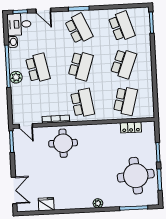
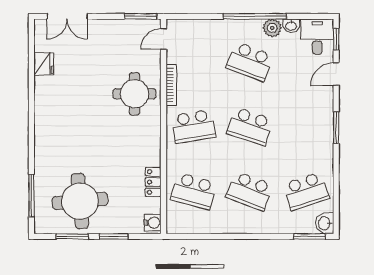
washbasin: (142, 13) -> (325, 223), added
school desk: (79, 29) -> (306, 126), removed
school desk: (38, 68) -> (250, 62), turned 33
plant: (16, 77) -> (272, 28), moved
locker: (131, 127) -> (153, 182), moved
water cooler: (148, 127) -> (153, 223), added
plant: (98, 203) -> (41, 142), removed

